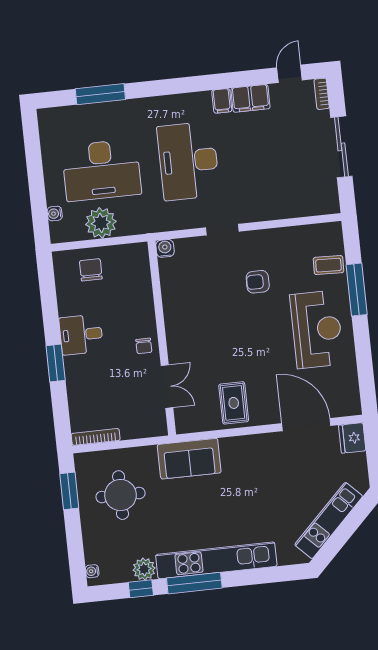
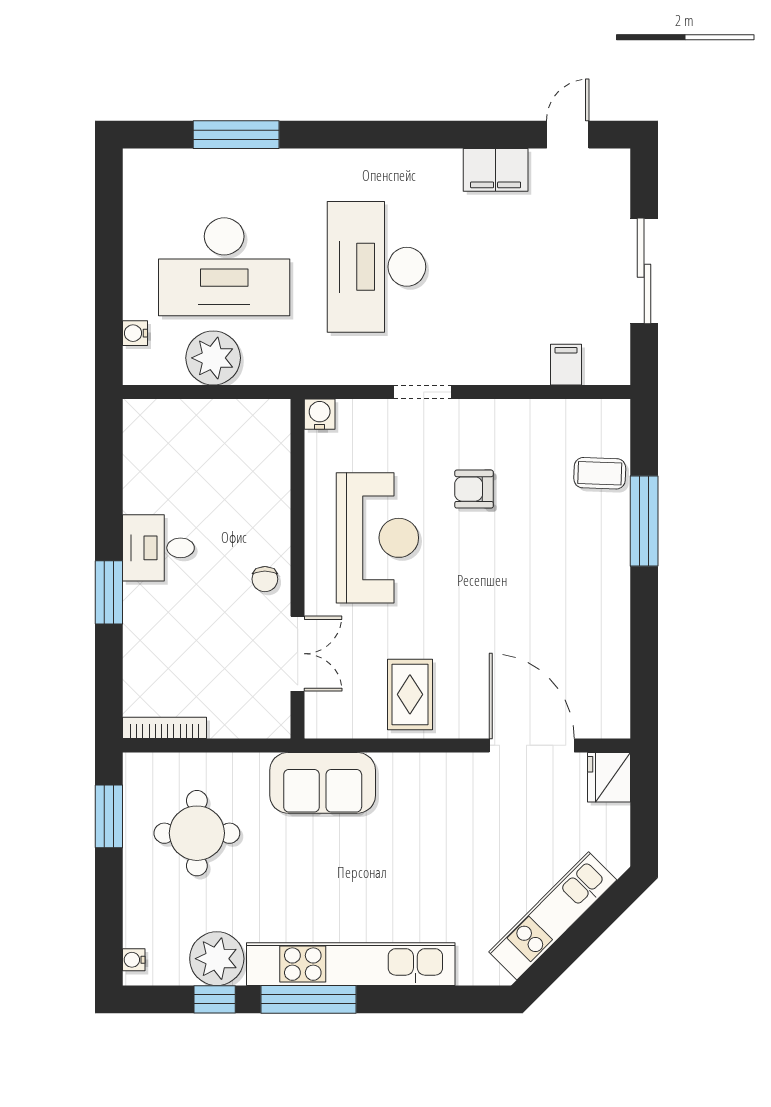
bookcase: (322, 94) -> (620, 175), removed
filing cabinet: (222, 101) -> (566, 365), moved, turned 180
chair: (91, 270) -> (187, 437), removed
reception desk: (317, 329) -> (377, 538), moved
plant: (144, 569) -> (217, 959), width x1.36, depth x1.36

